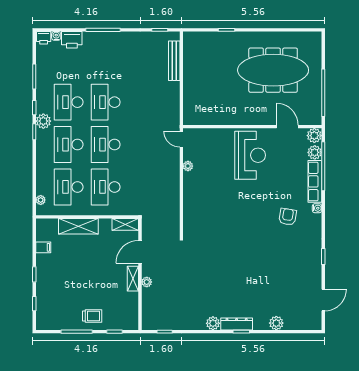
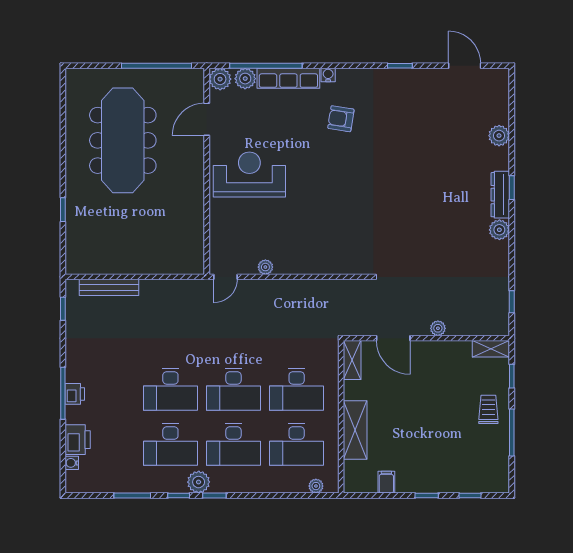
printer: (44, 38) -> (75, 394), moved
shelving: (133, 279) -> (491, 349), moved

